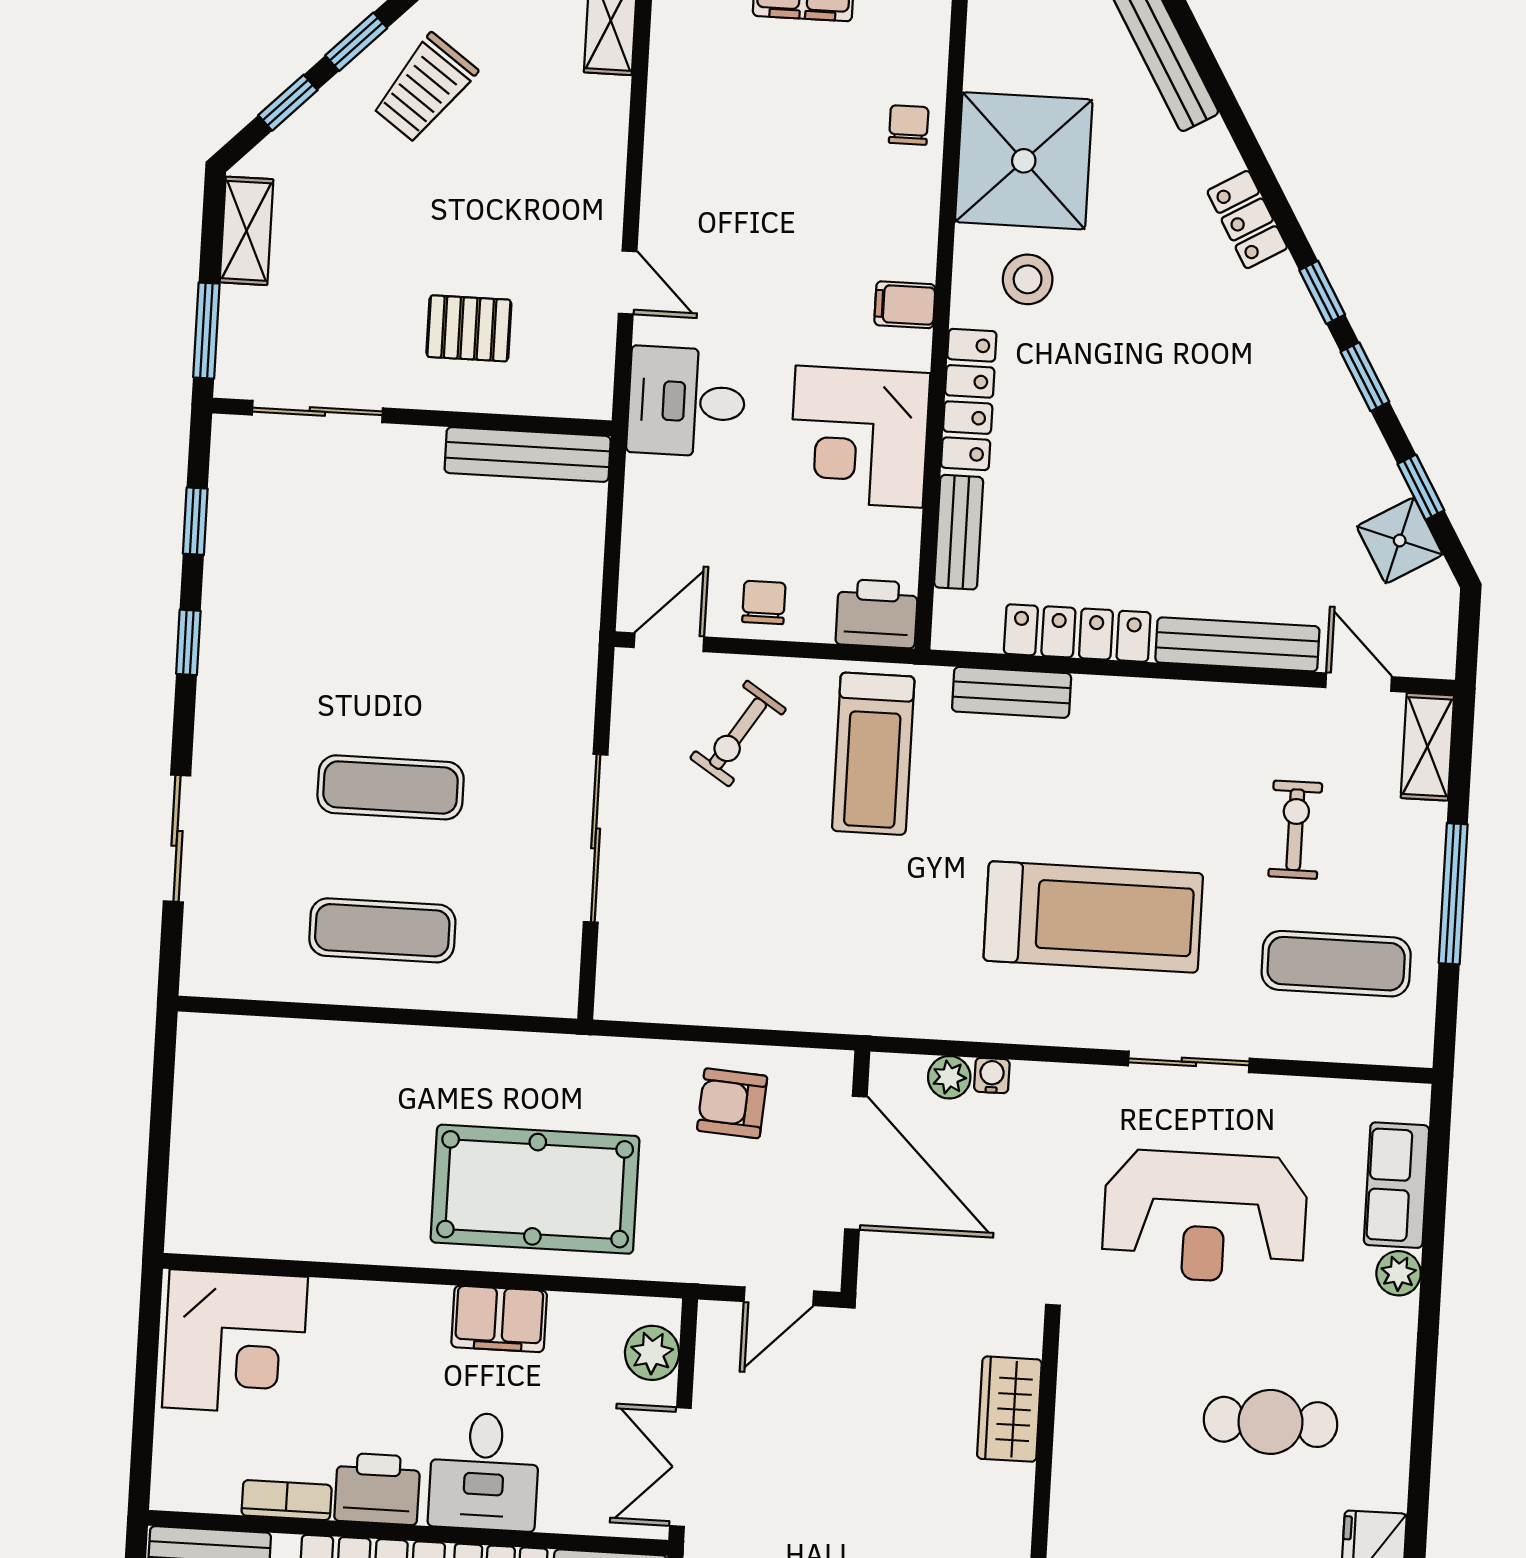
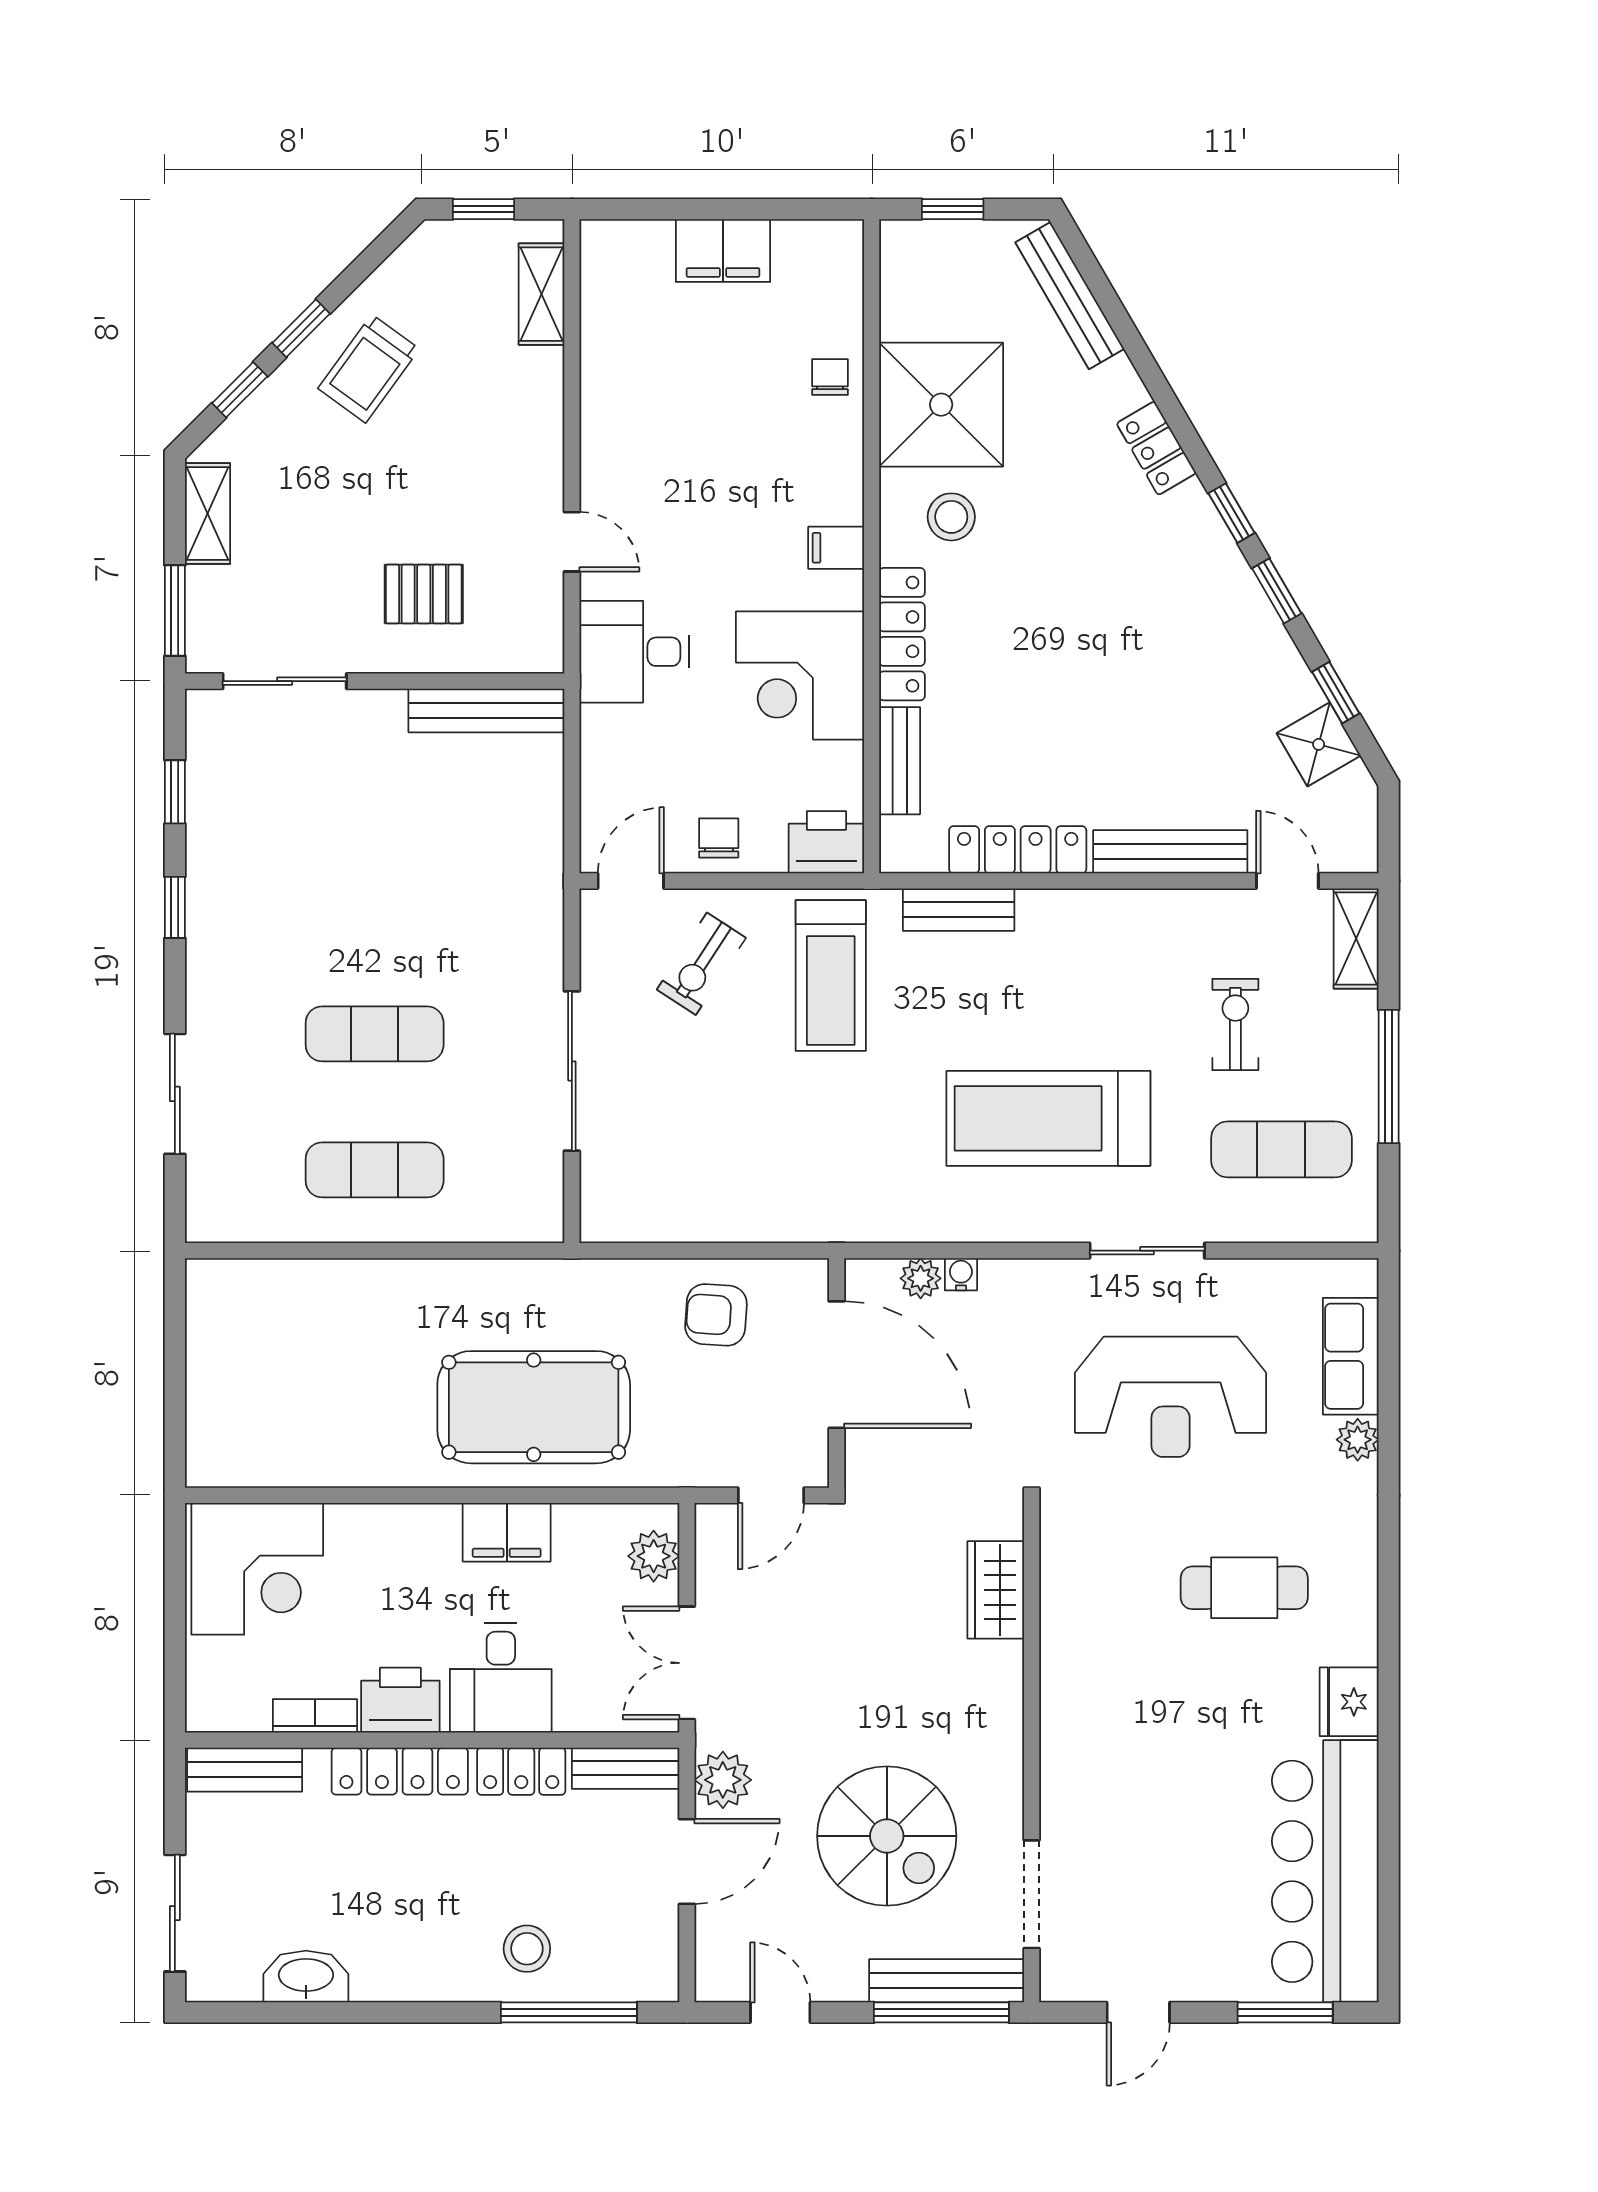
treadmill: (1093, 917) -> (1048, 1118), turned 180

